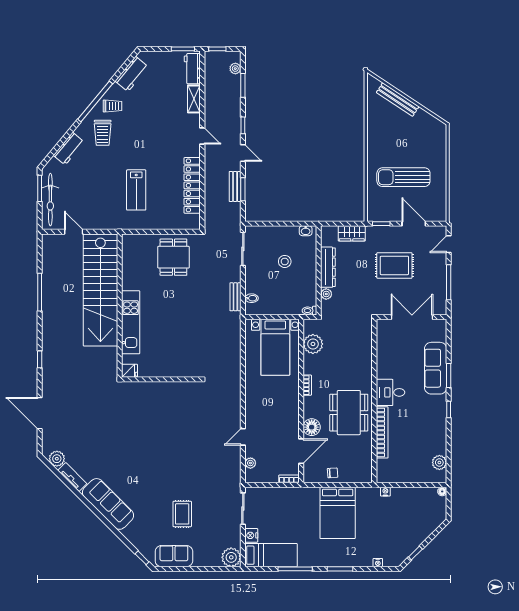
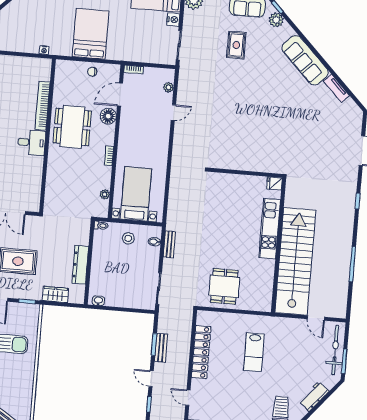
lab bench: (136, 190) -> (254, 352), turned 180
stool: (285, 261) -> (128, 238), moved
plant: (326, 294) -> (84, 240), removed
plant: (313, 344) -> (105, 194), width x0.53, depth x0.53
plant: (57, 459) -> (276, 20), moved

